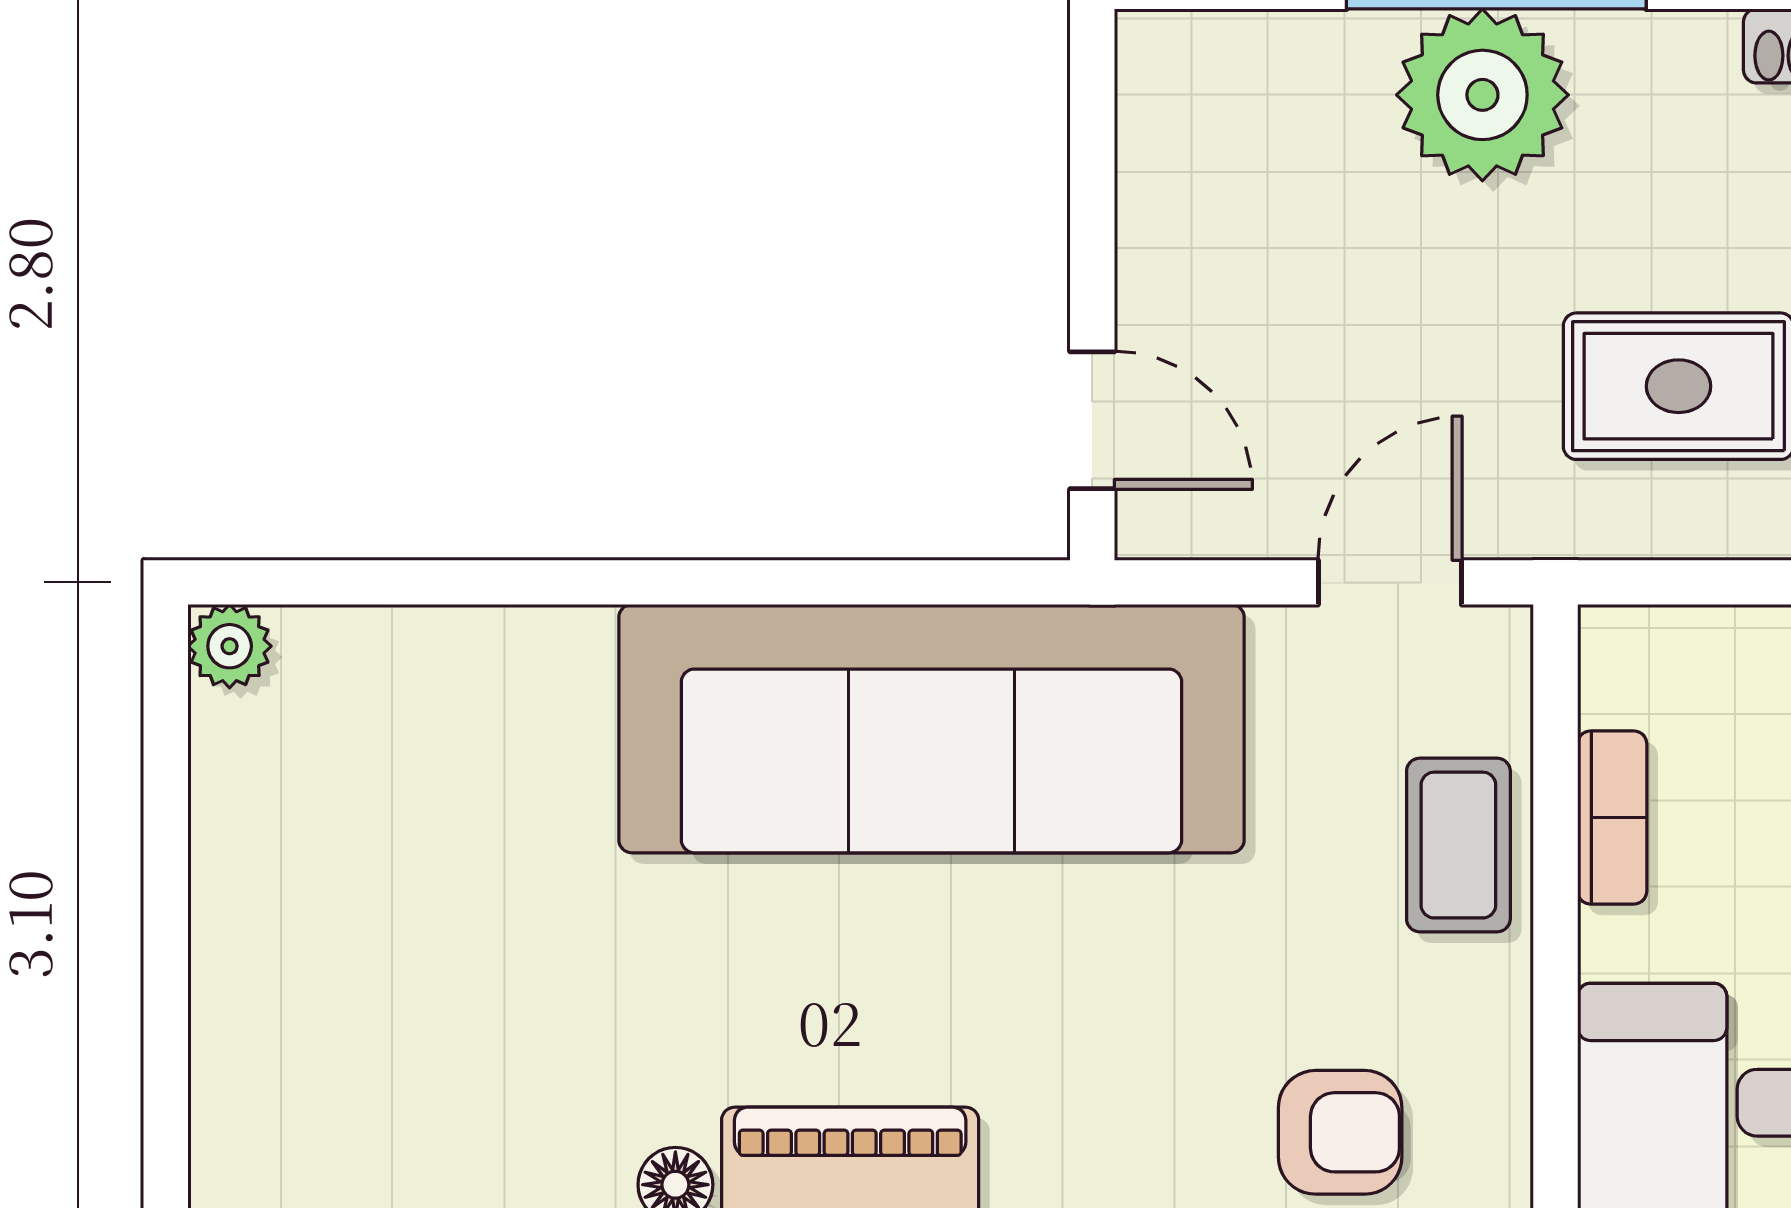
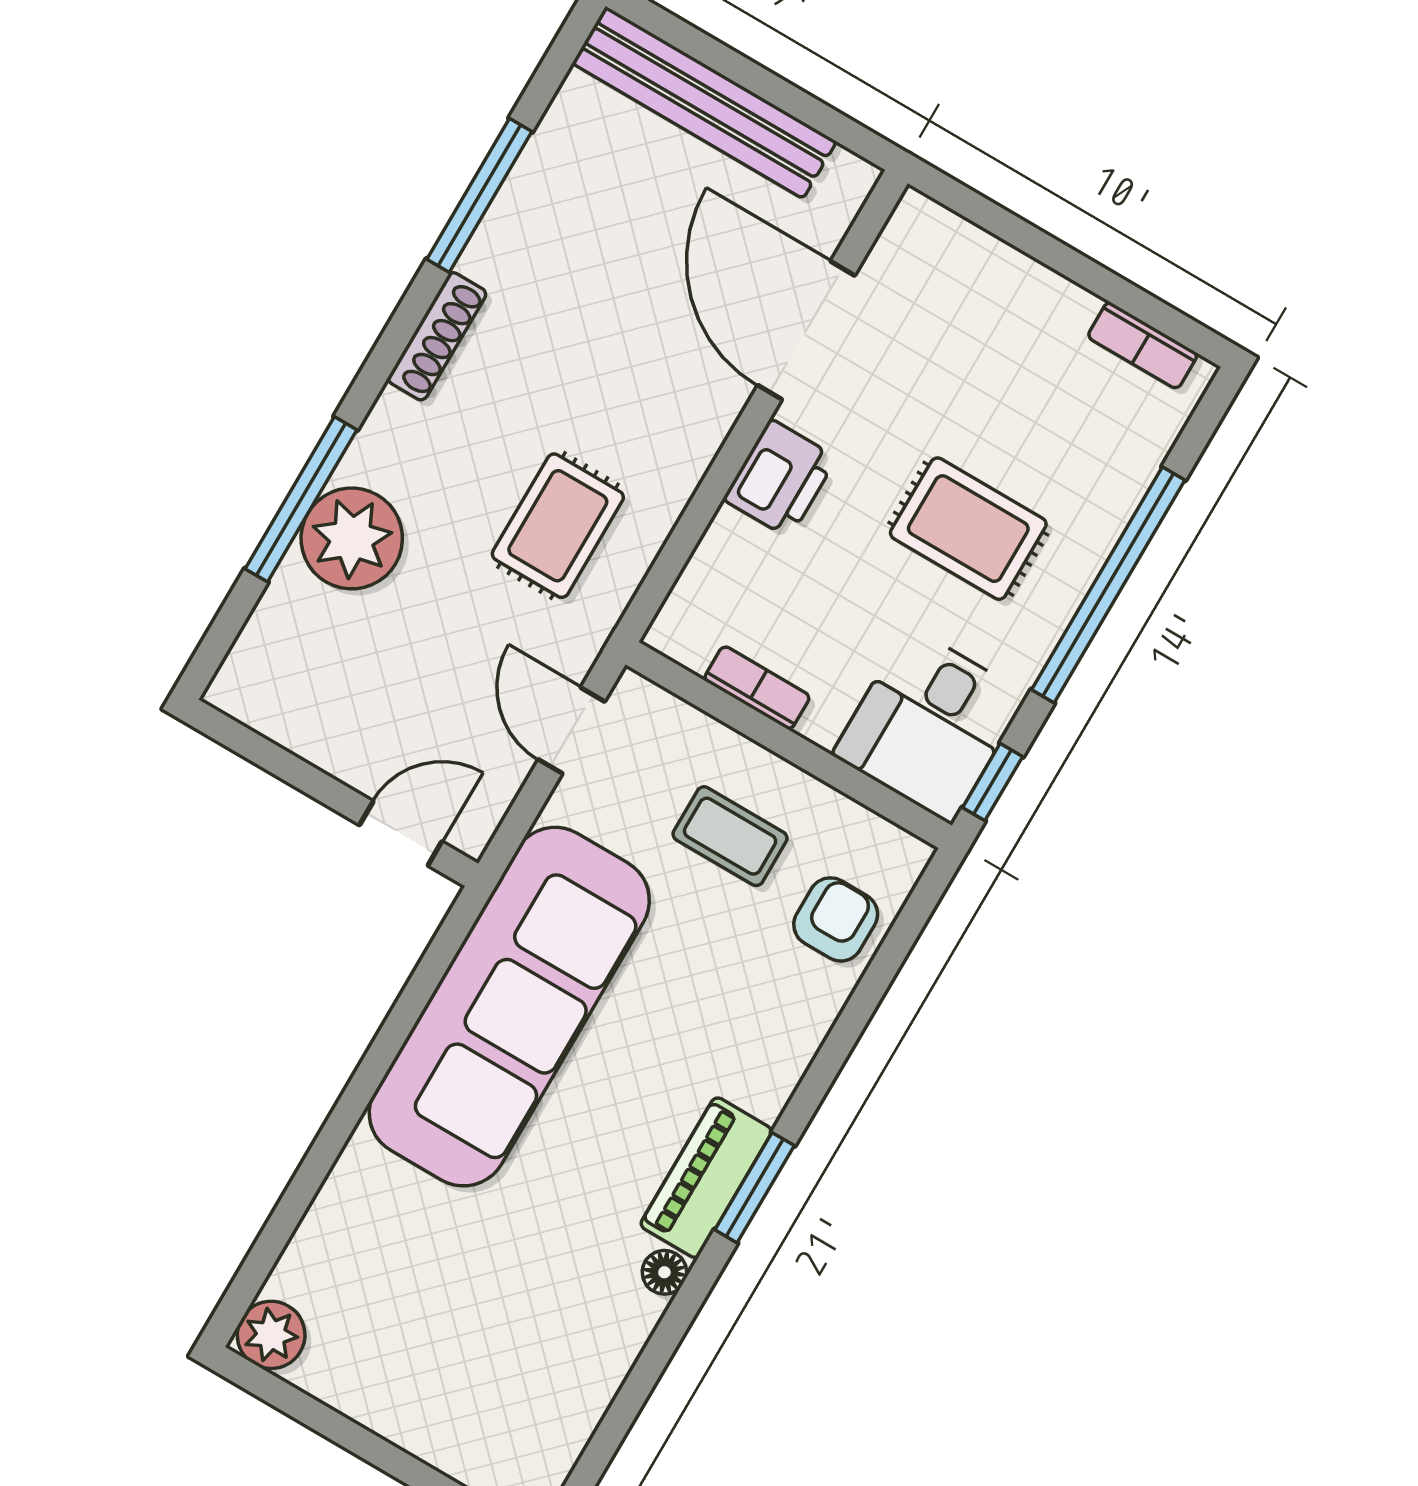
plant: (230, 646) -> (271, 1335), width x1.38, depth x1.38
coffee table: (1458, 845) -> (730, 836), moved

